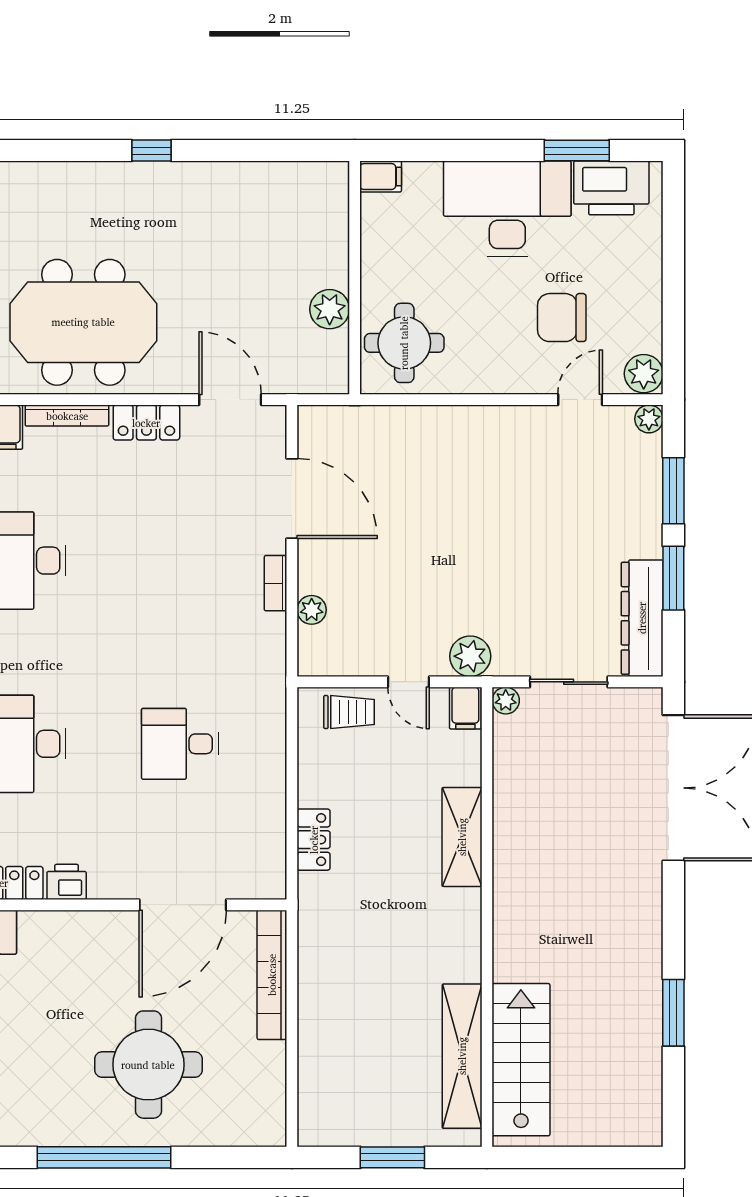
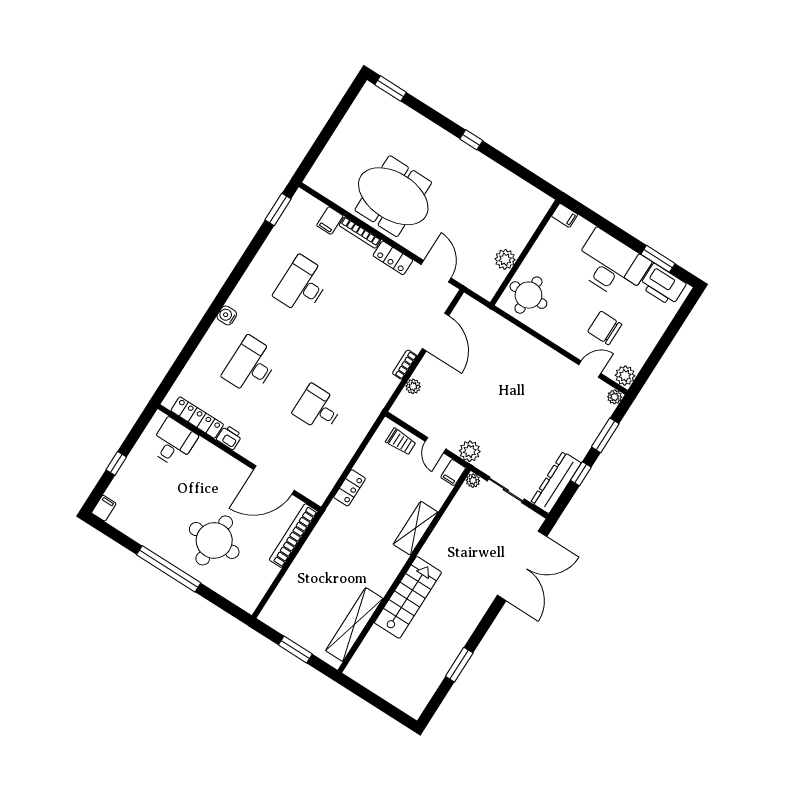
window: (673, 578) -> (581, 474), width x0.67
stairs: (521, 1060) -> (408, 597), moved

